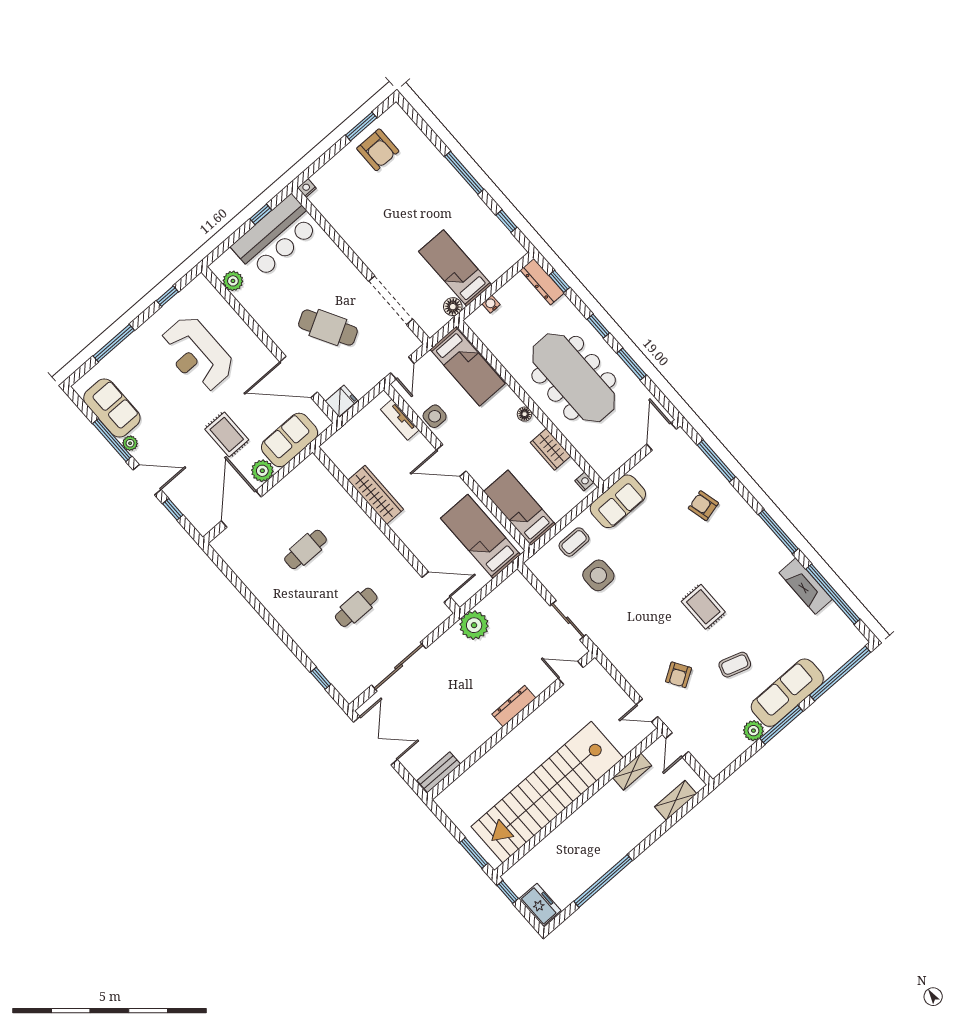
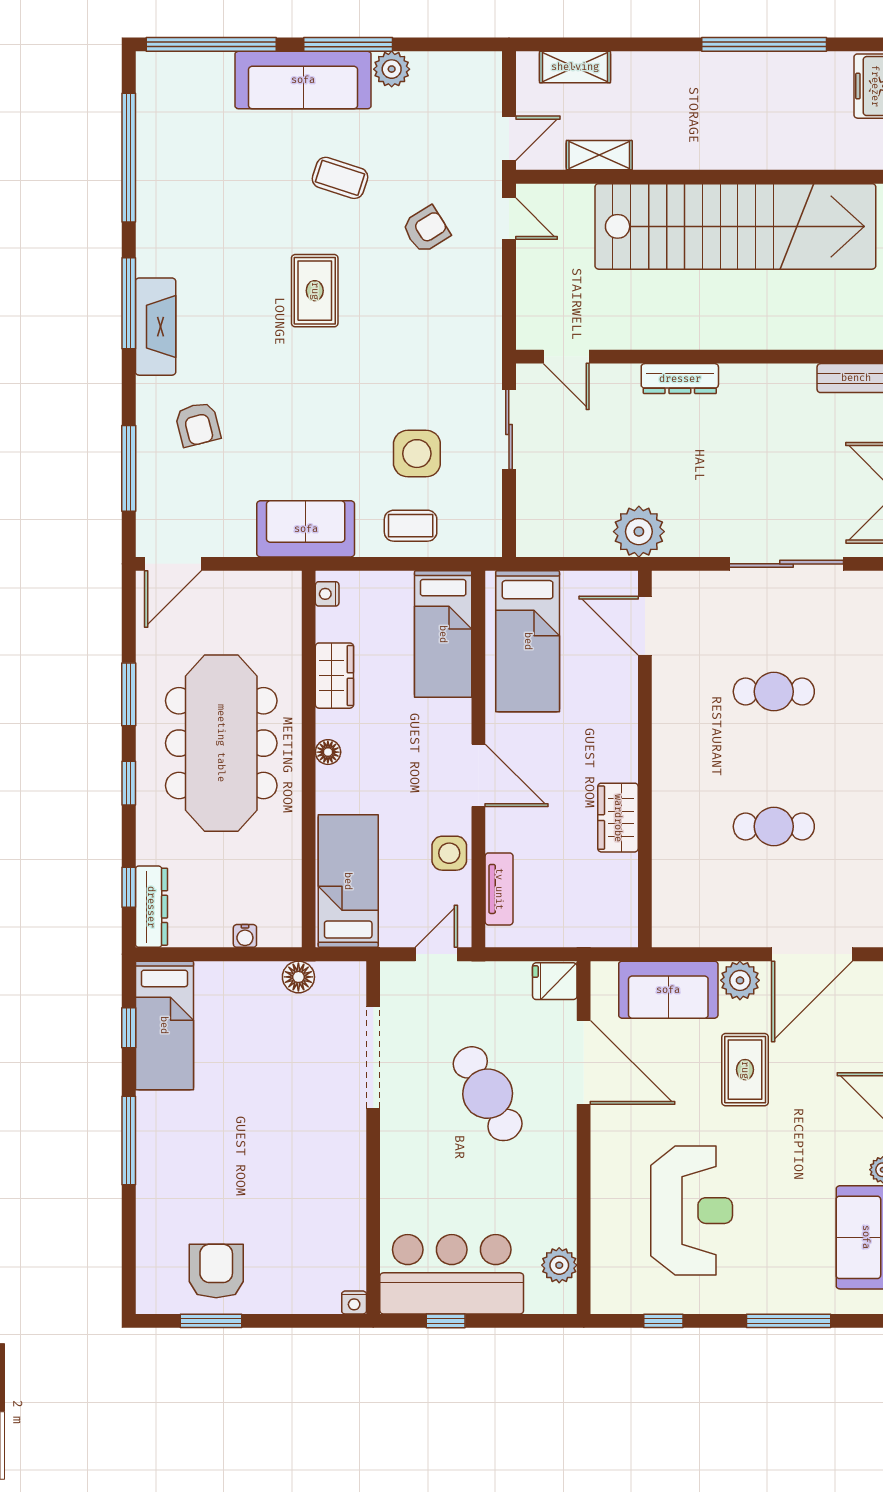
bed: (455, 268) -> (164, 1025), moved
wardrobe: (376, 495) -> (618, 818), width x0.67
fireplace: (806, 586) -> (156, 327), moved

